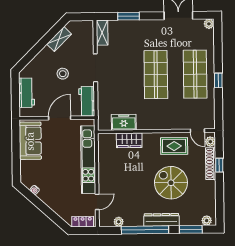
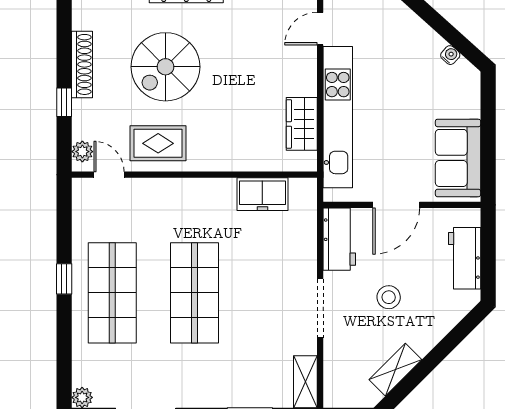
wardrobe: (129, 140) -> (302, 124), moved, turned -90
shoe rack: (211, 164) -> (82, 64), moved
spiral stairs: (171, 183) -> (165, 67), turned 90

